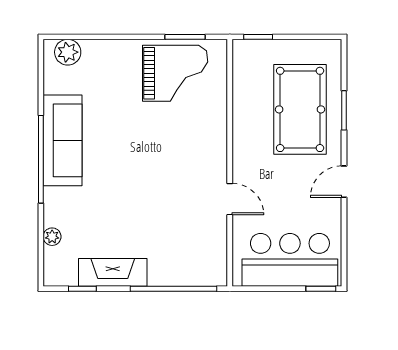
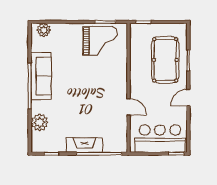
plant: (52, 237) -> (40, 122), width x1.88, depth x1.88
fireplace: (113, 272) -> (85, 145), moved

